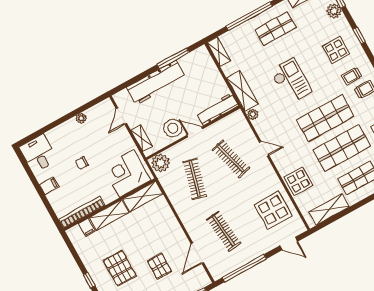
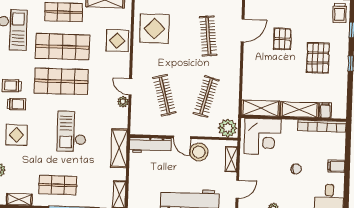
plant: (253, 114) -> (123, 102), moved

